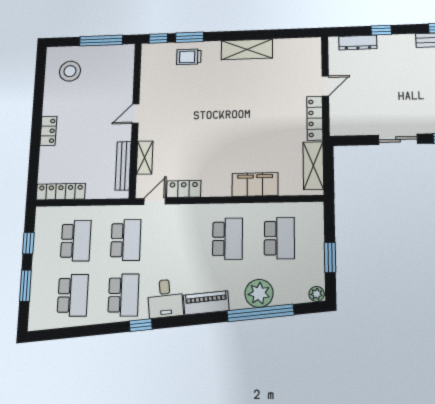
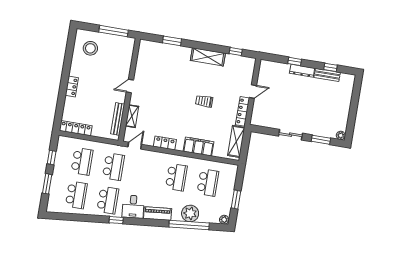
window: (158, 38) -> (236, 52), moved
dresser: (358, 43) -> (302, 71), moved
trolley: (189, 57) -> (204, 101), moved
locker: (184, 189) -> (165, 143), moved

